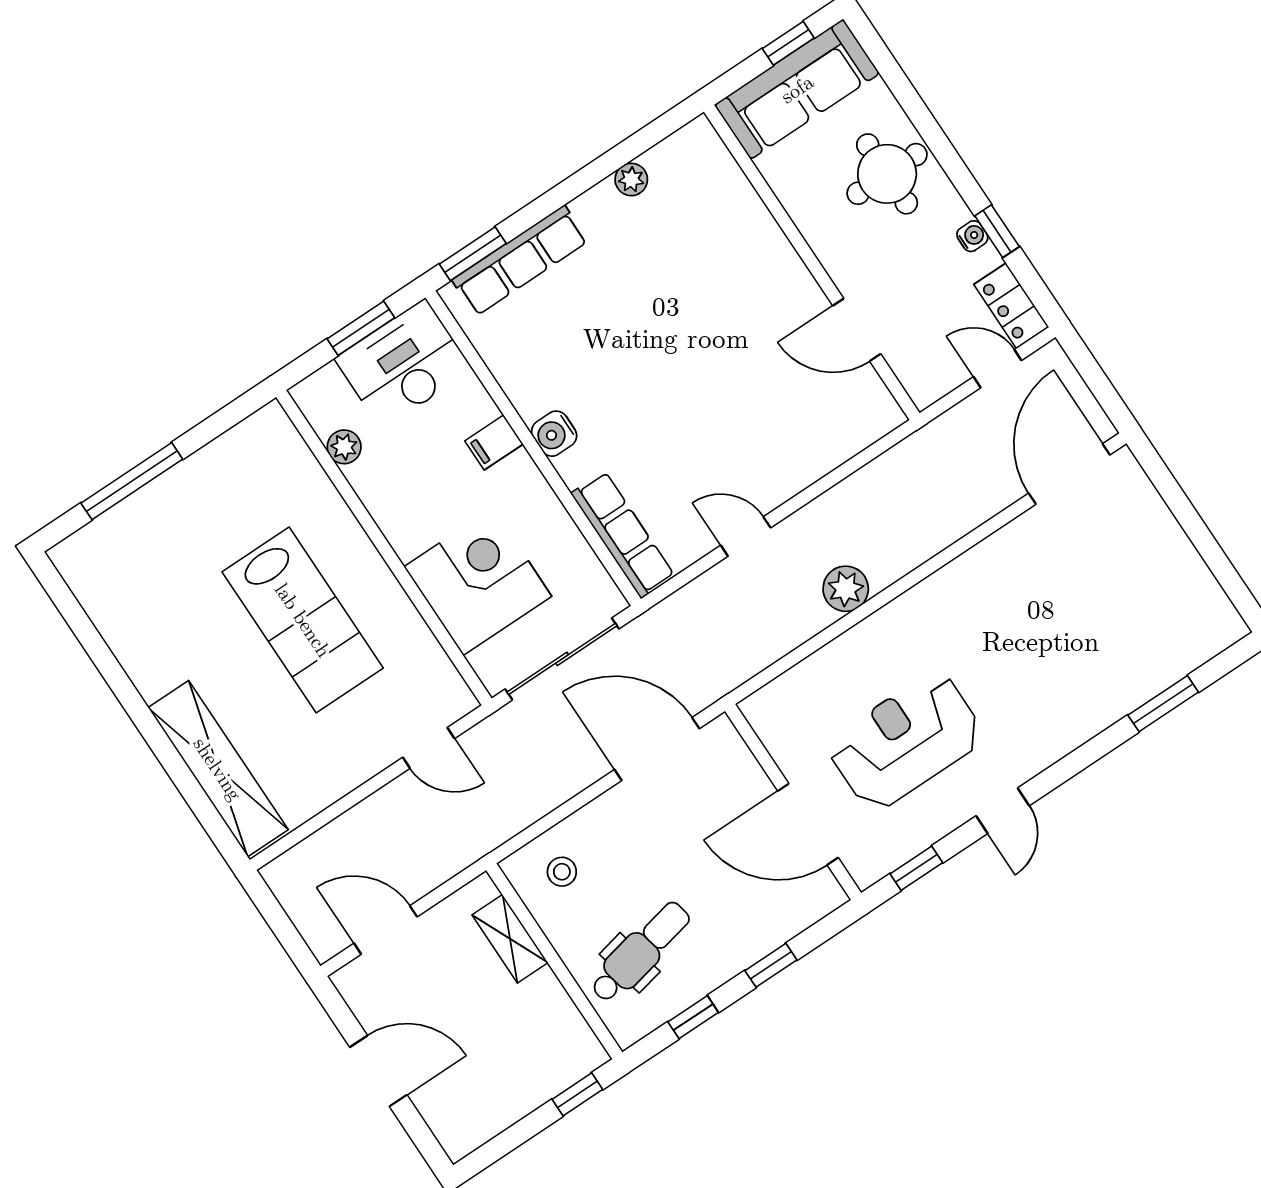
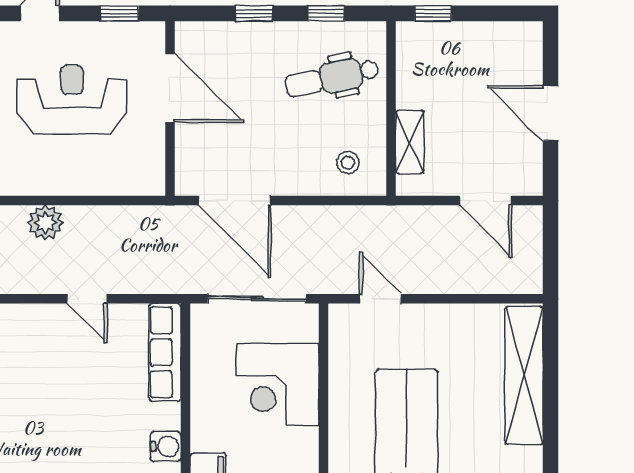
reception desk: (906, 741) -> (72, 100), turned 180

